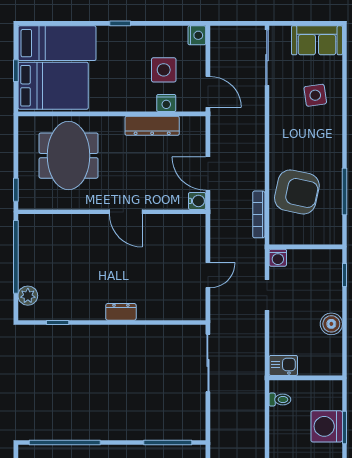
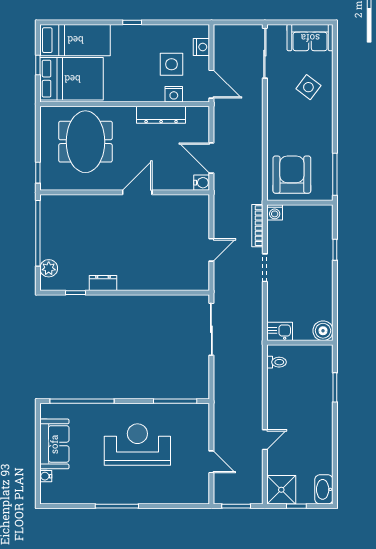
nightstand: (197, 35) -> (201, 47), moved
side table: (315, 95) -> (308, 87), turned 45
armchair: (297, 192) -> (292, 175), turned -102
door: (126, 212) -> (137, 192), swing flipped
bookcase: (259, 214) -> (257, 226), moved
wall: (306, 247) -> (300, 203), moved
washing machine: (278, 258) -> (275, 212), moved
dresser: (121, 312) -> (103, 283), moved
boiler: (331, 324) -> (323, 331), moved
washing machine: (327, 426) -> (319, 386), removed

